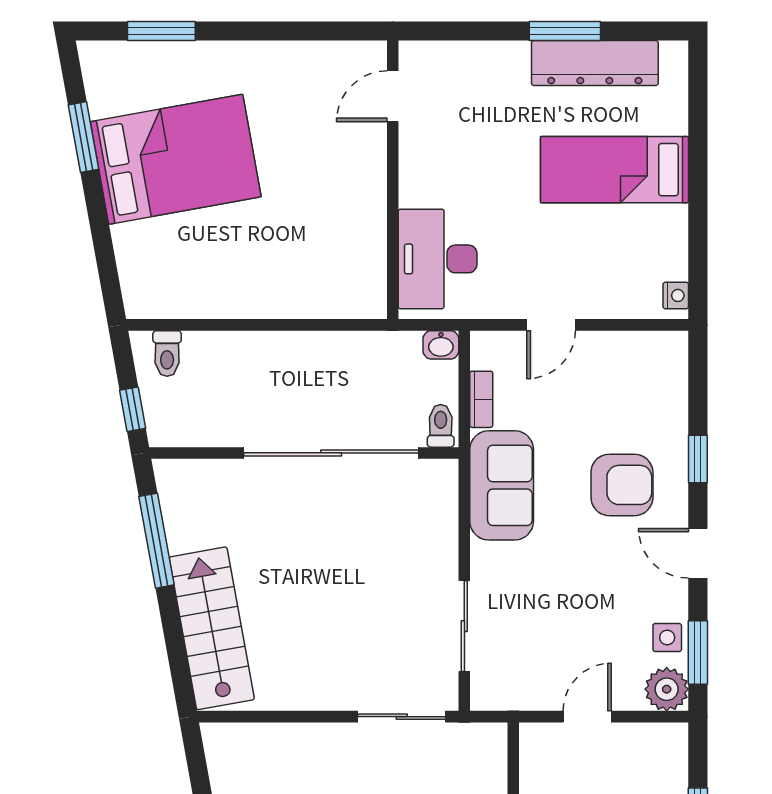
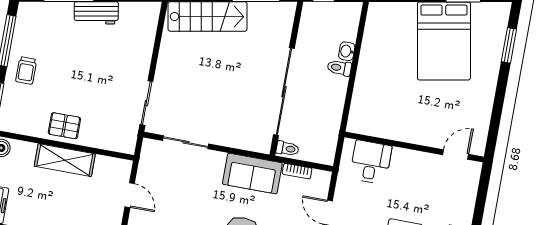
door: (393, 96) -> (456, 155), hinge flipped
desk: (438, 259) -> (371, 162), width x0.73
washbasin: (441, 345) -> (347, 51), moved
toilet: (167, 353) -> (339, 68), moved

